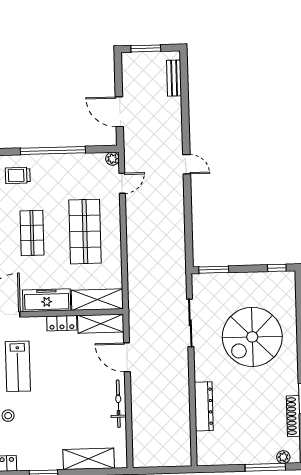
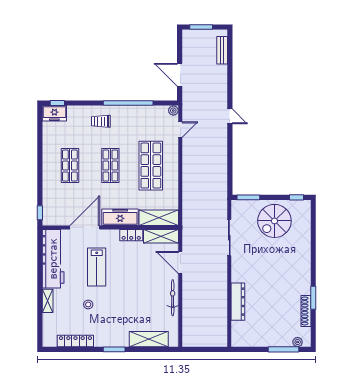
spiral stairs: (252, 337) -> (274, 221), moved, width x0.73, depth x0.73

